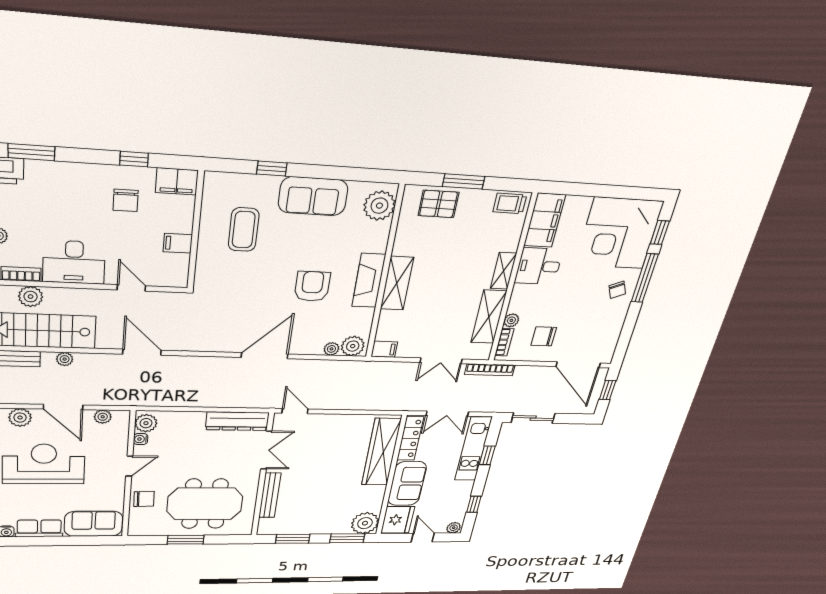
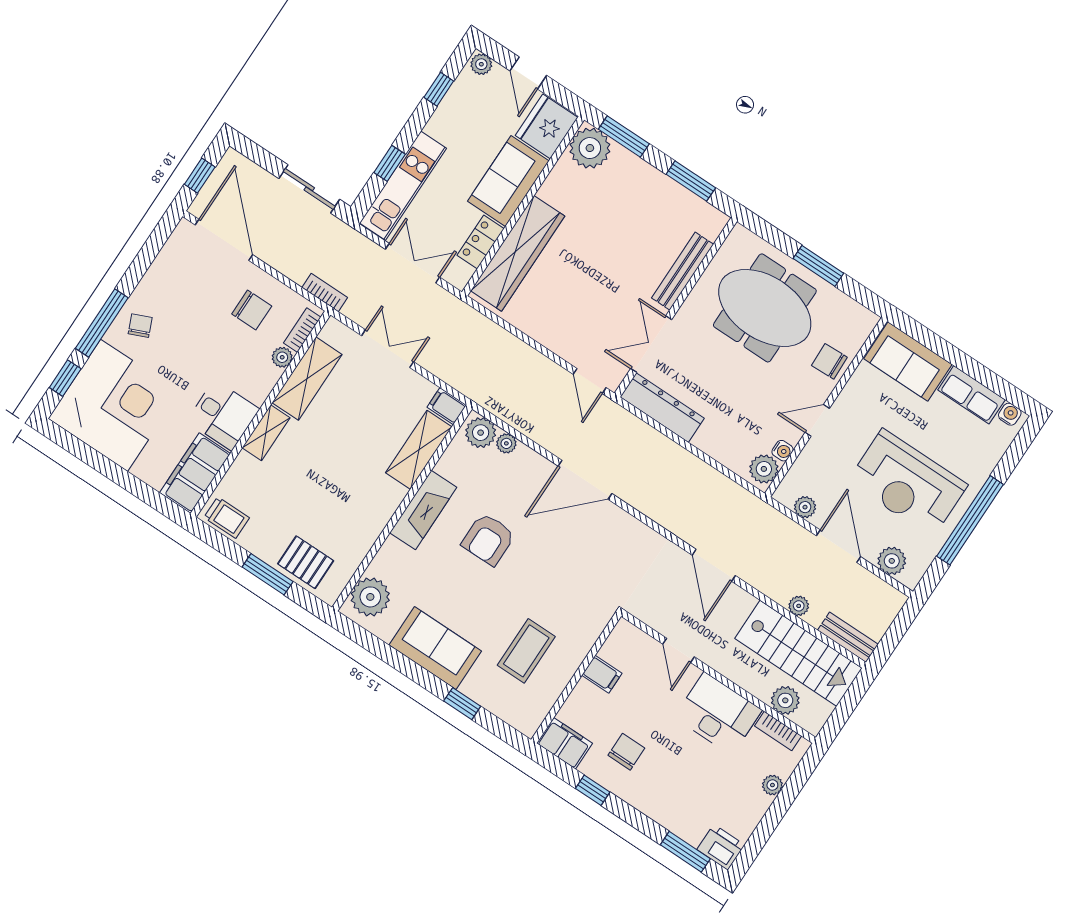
shelving: (397, 283) -> (419, 450), moved
bookcase: (490, 370) -> (325, 293), width x0.64
locker: (410, 438) -> (481, 242), width x0.66

